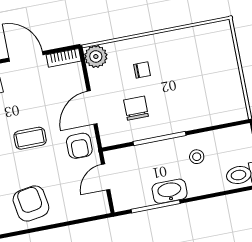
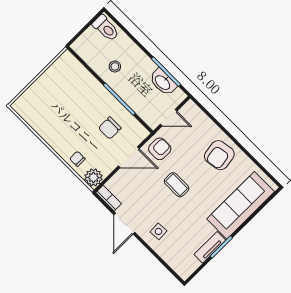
chair: (142, 70) -> (77, 159), moved
washbasin: (170, 191) -> (163, 82), moved

